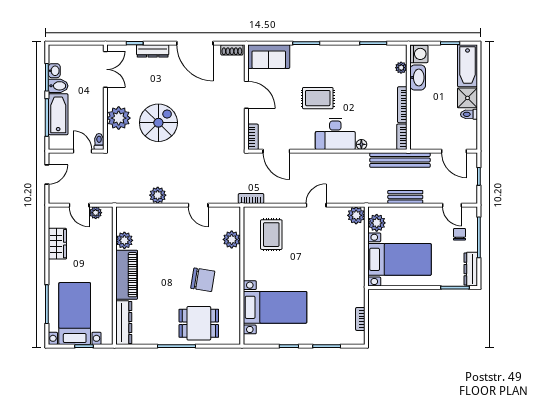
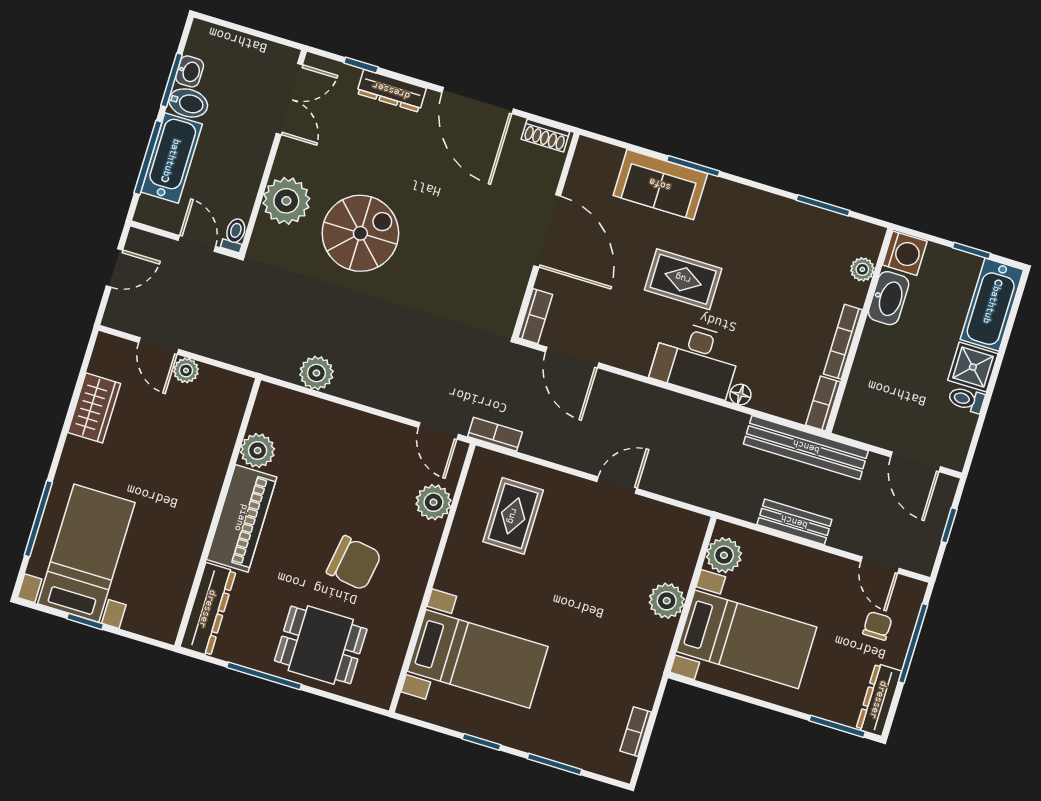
sofa: (269, 57) -> (660, 185), moved
door: (246, 95) -> (547, 231), width x1.36
door: (198, 205) -> (438, 431), moved
plant: (356, 215) -> (667, 601), moved
plant: (124, 240) -> (258, 451), moved
piano: (127, 275) -> (242, 518), moved
wall: (114, 276) -> (218, 513), moved
dresser: (124, 323) -> (208, 609), moved

